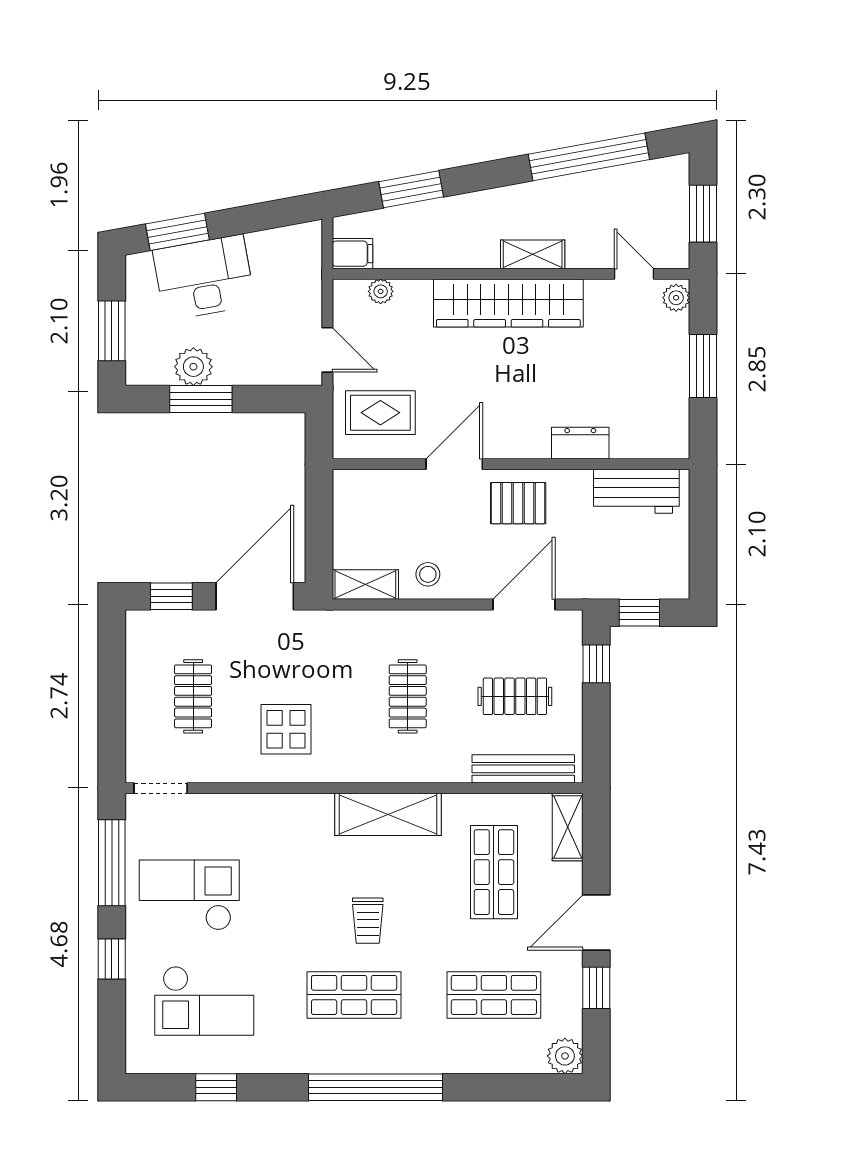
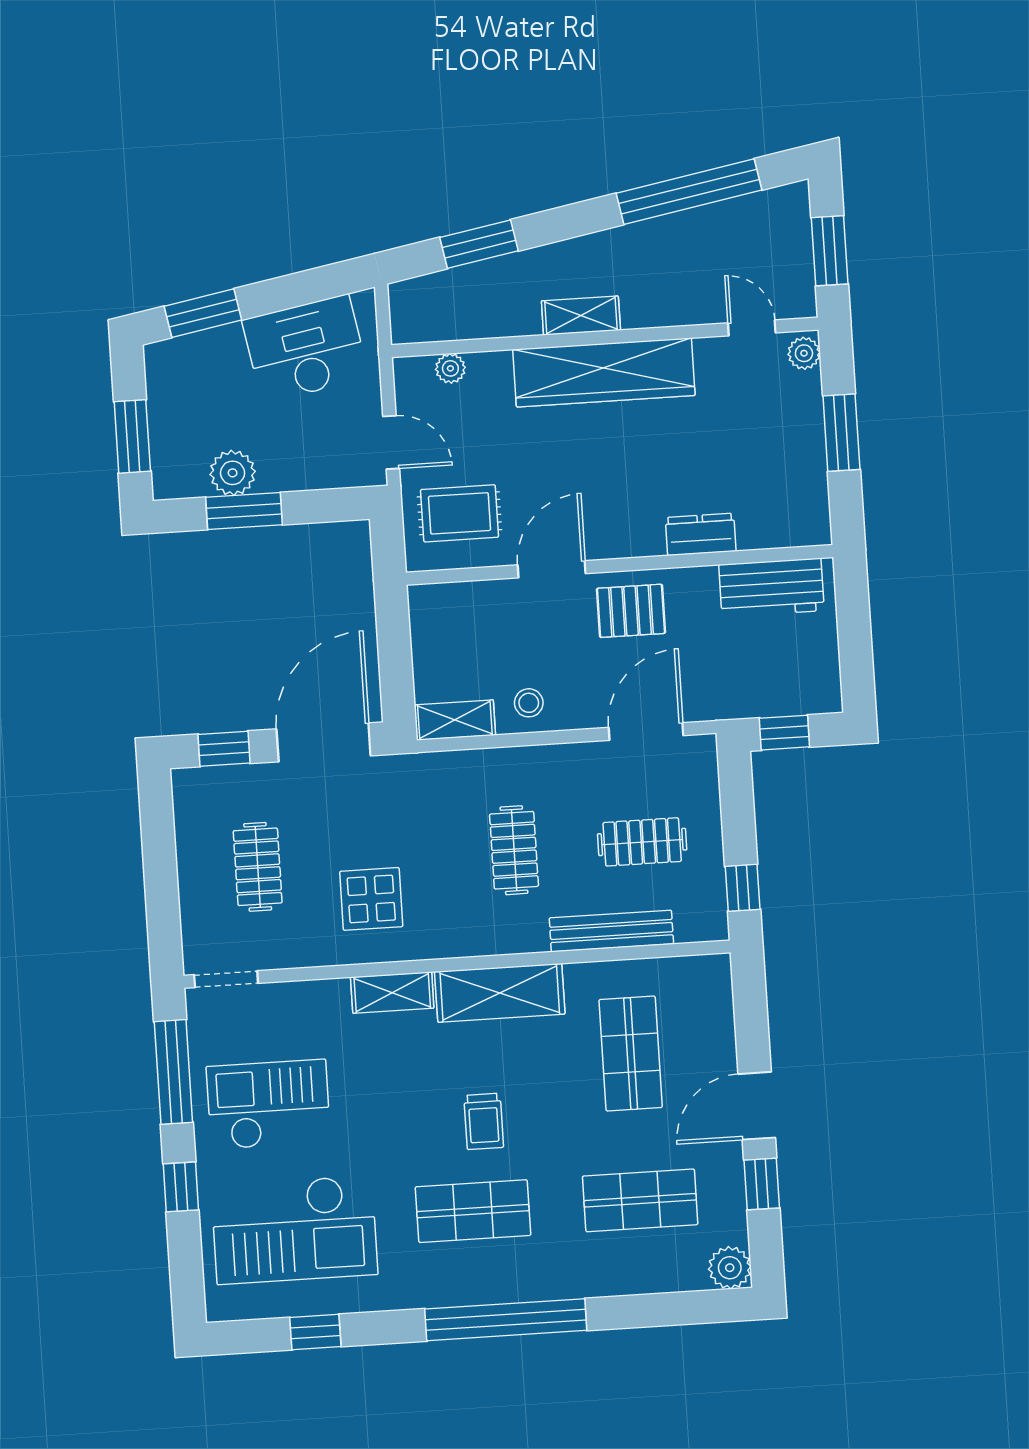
filing cabinet: (352, 254) -> (414, 326), removed
shelving: (533, 254) -> (581, 316), moved
desk: (204, 277) -> (305, 349), moved
window: (596, 664) -> (743, 888), moved
bench: (523, 769) -> (611, 931), moved
shelving: (568, 827) -> (392, 993), moved, turned 90
checkout: (204, 1001) -> (294, 1230), width x1.36, depth x1.21

